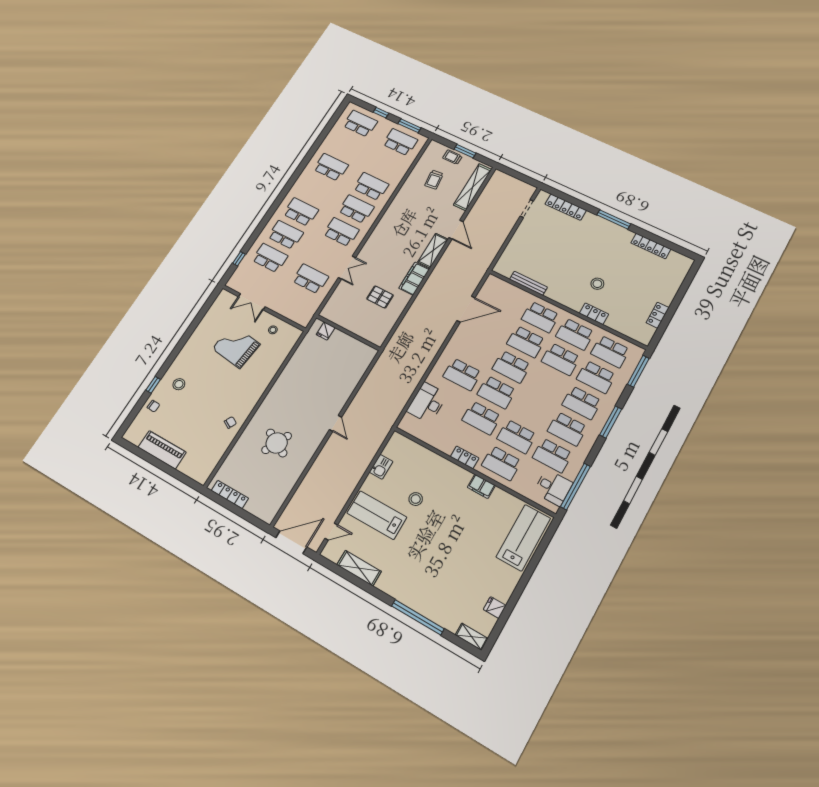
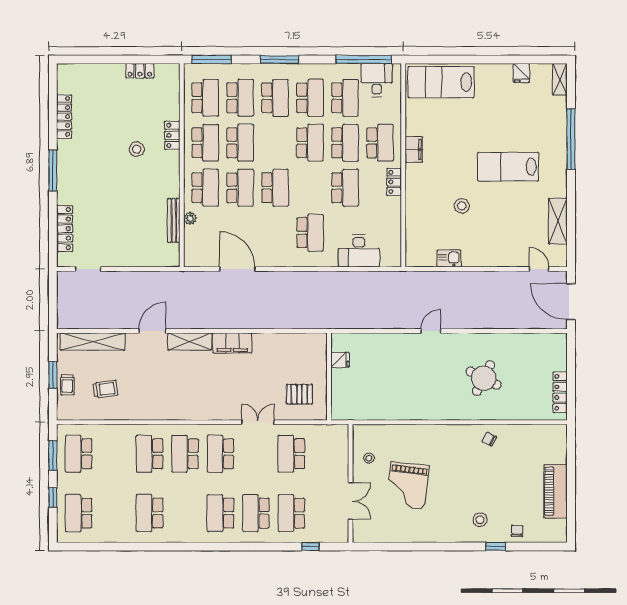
plant: (523, 295) -> (190, 218), added
pallet: (380, 297) -> (299, 394), moved, turned 90
fridge: (326, 331) -> (340, 360), moved
school desk: (497, 392) -> (310, 143), moved
lab bench: (377, 515) -> (508, 167), moved, turned 90

